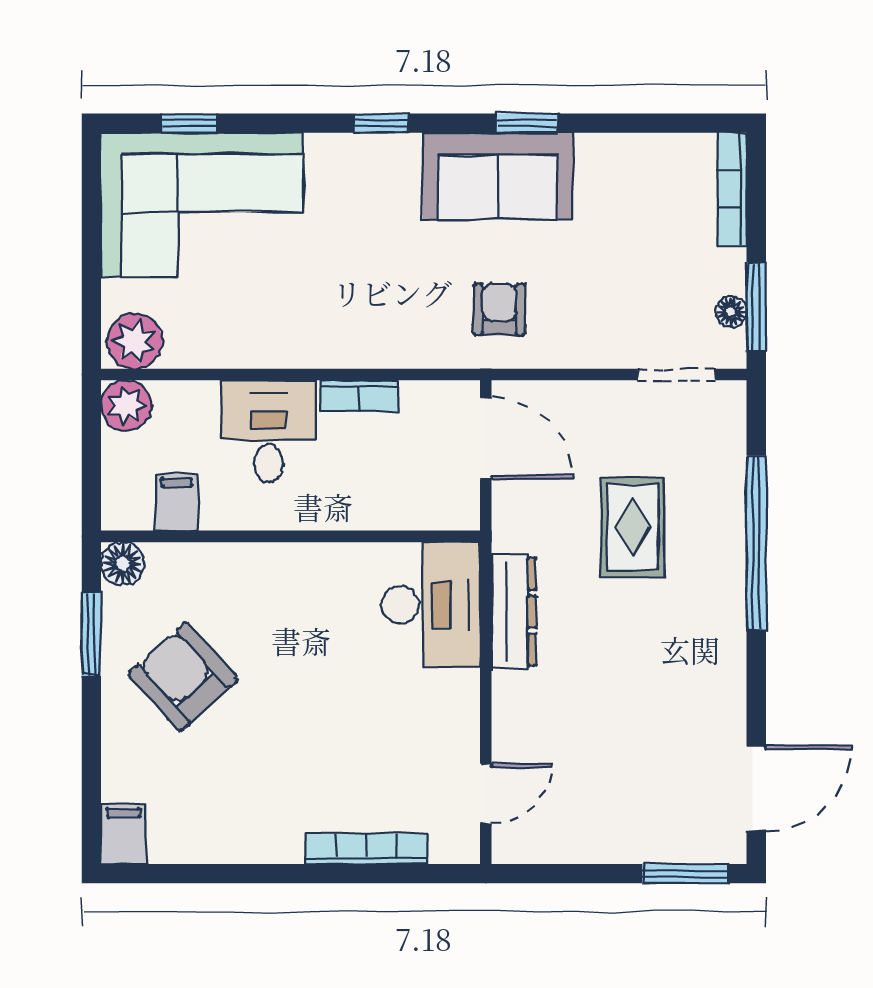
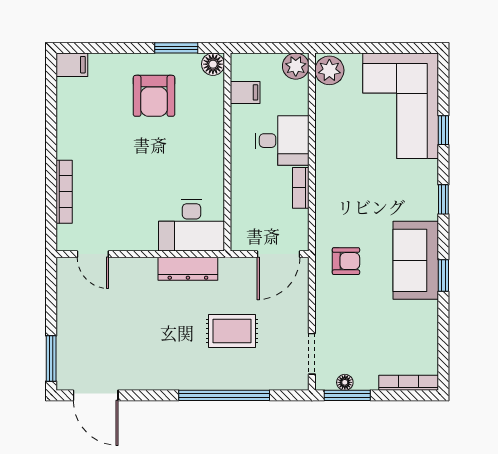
window: (189, 123) -> (443, 130), moved
armchair: (183, 677) -> (154, 96), turned 132

